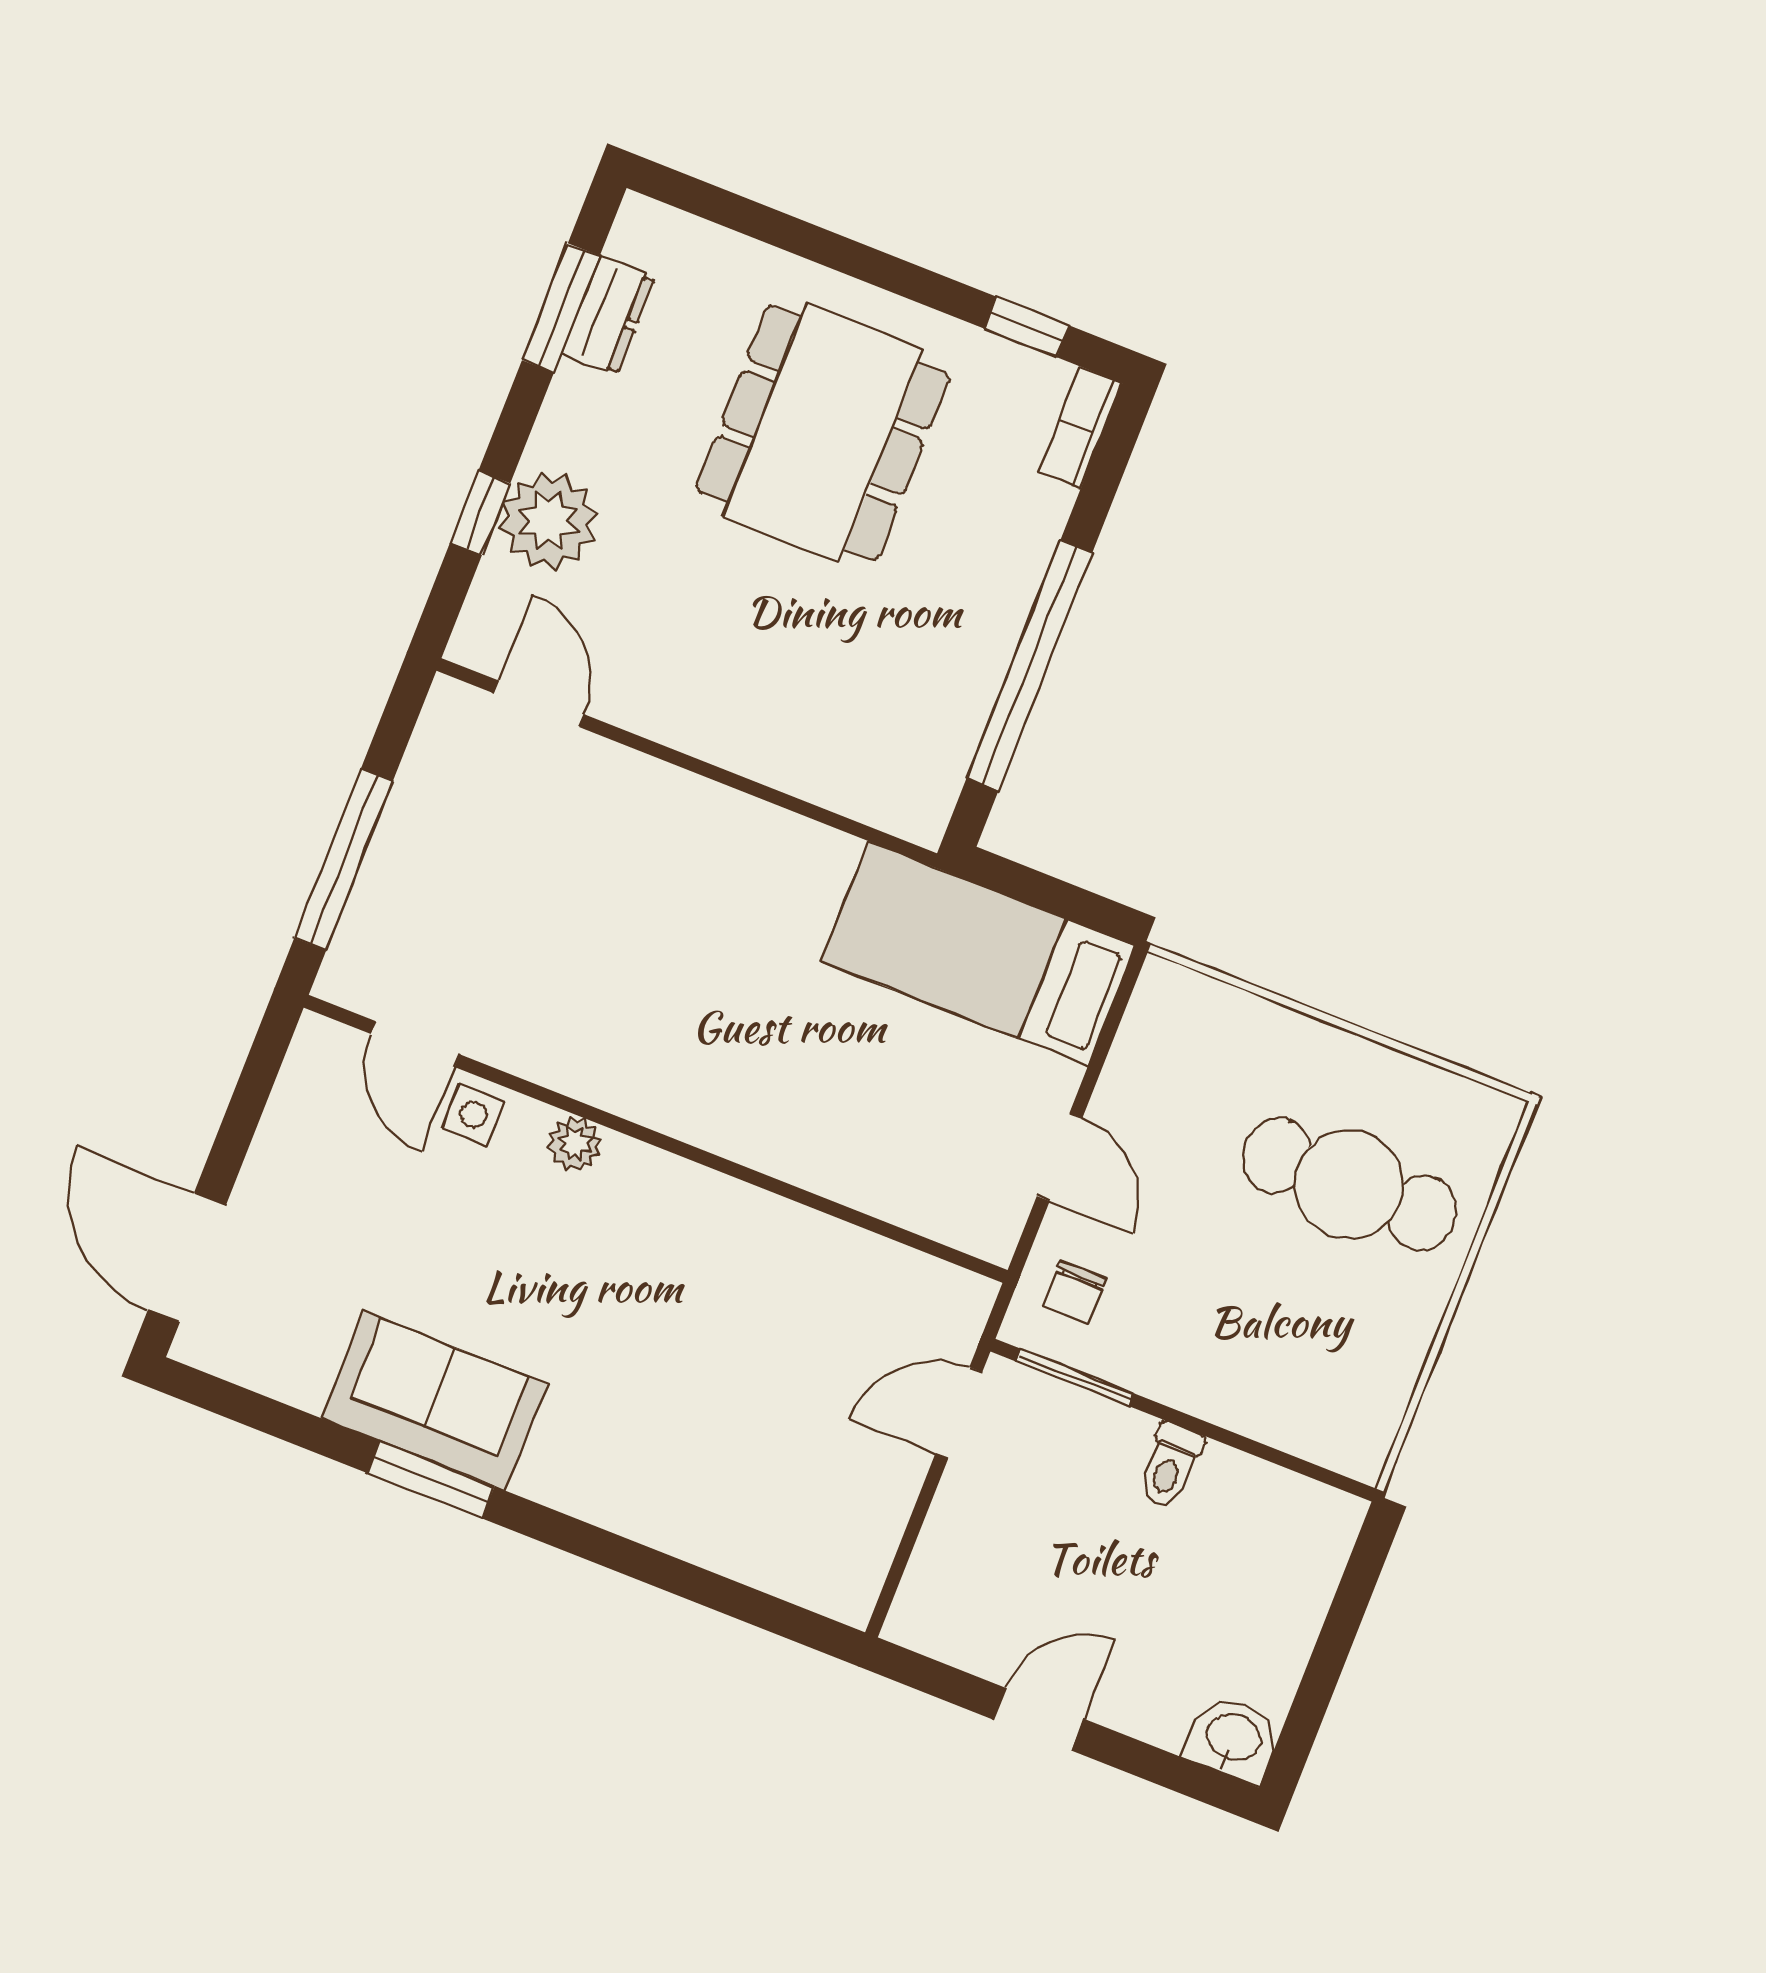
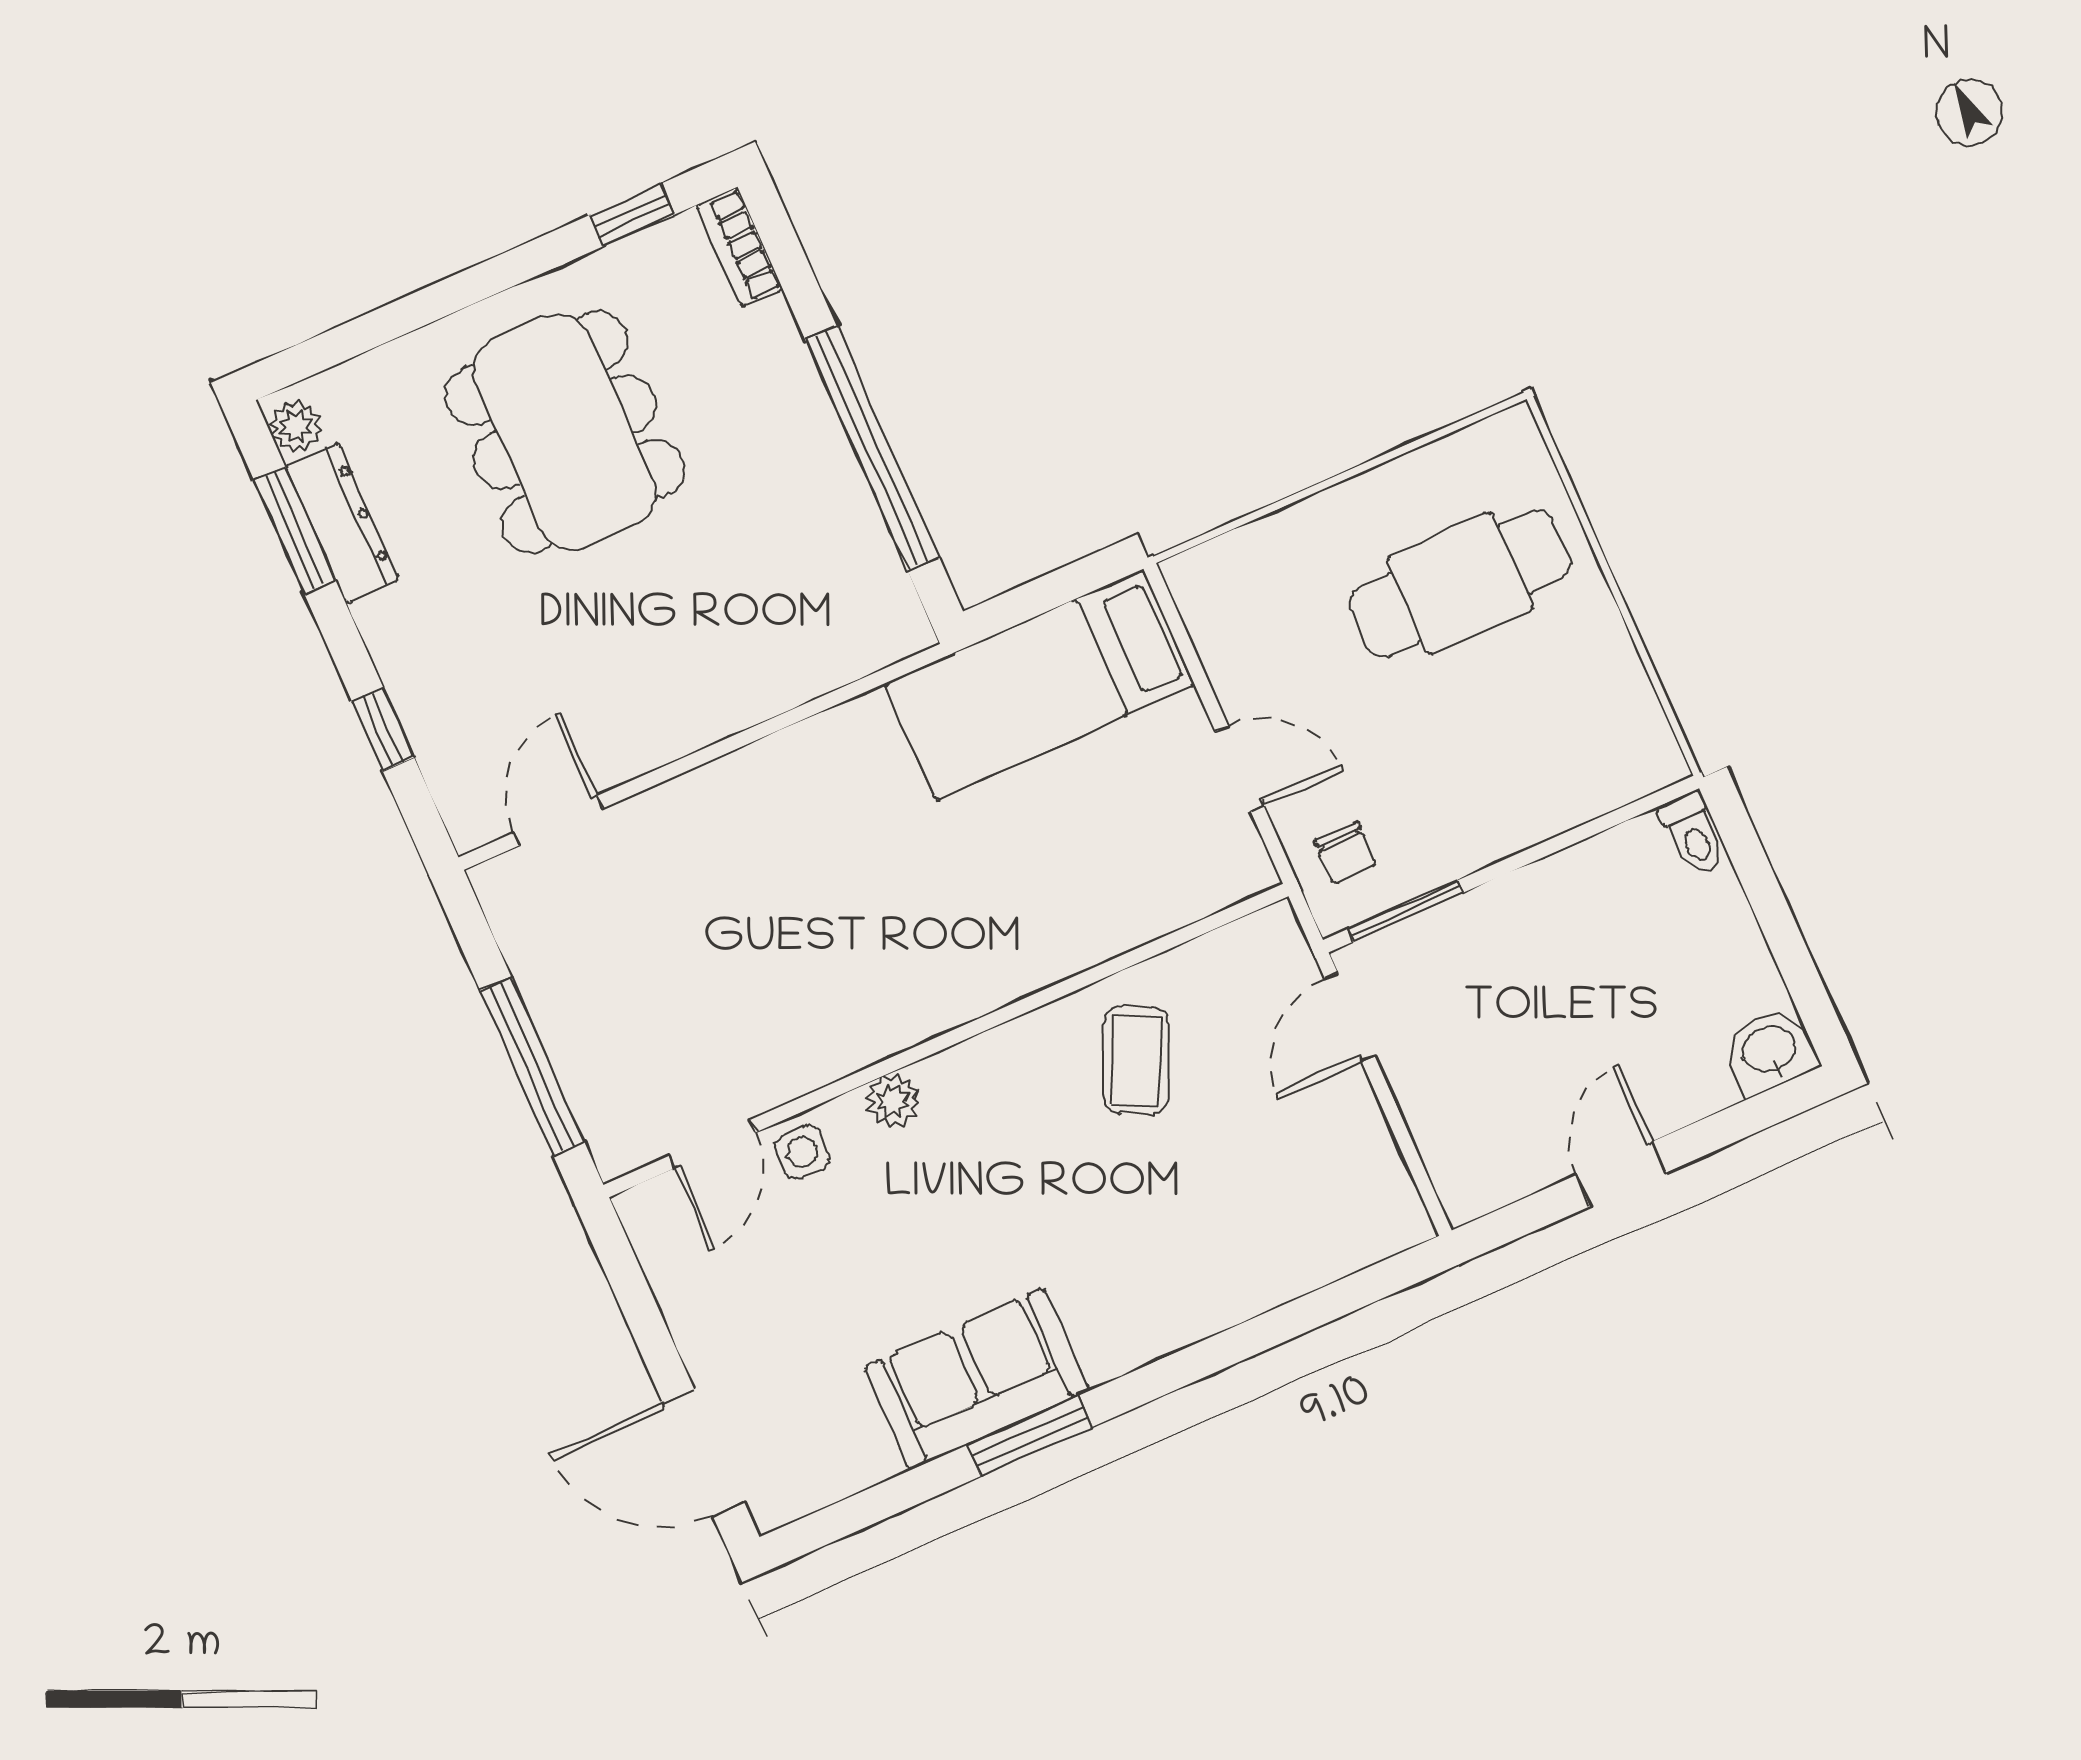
dresser: (608, 316) -> (342, 523), width x1.44
plant: (549, 521) -> (296, 426), moved, width x0.53, depth x0.53
door: (539, 704) -> (558, 821), hinge flipped
door: (415, 1044) -> (712, 1144), hinge flipped
coffee table: (776, 1290) -> (1136, 1060), added
toilet: (1170, 1466) -> (1693, 835), moved

